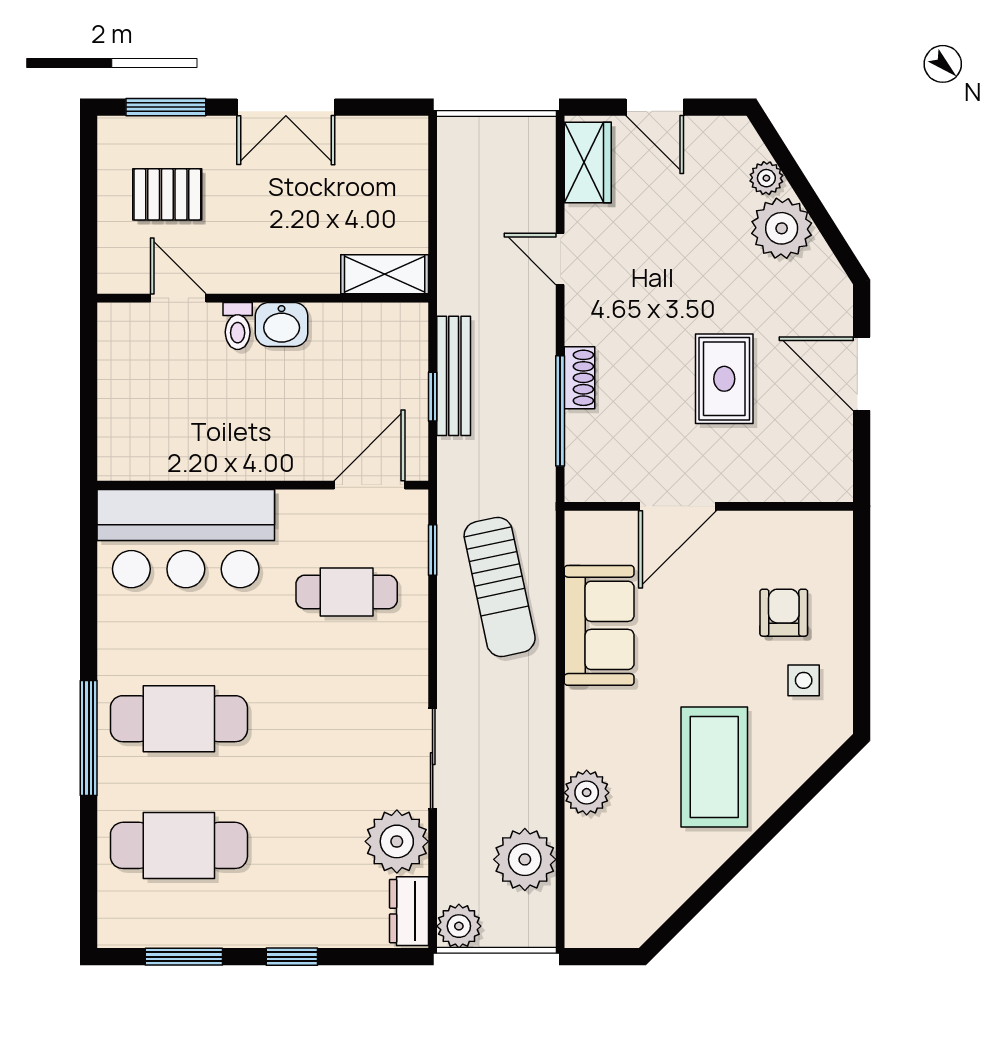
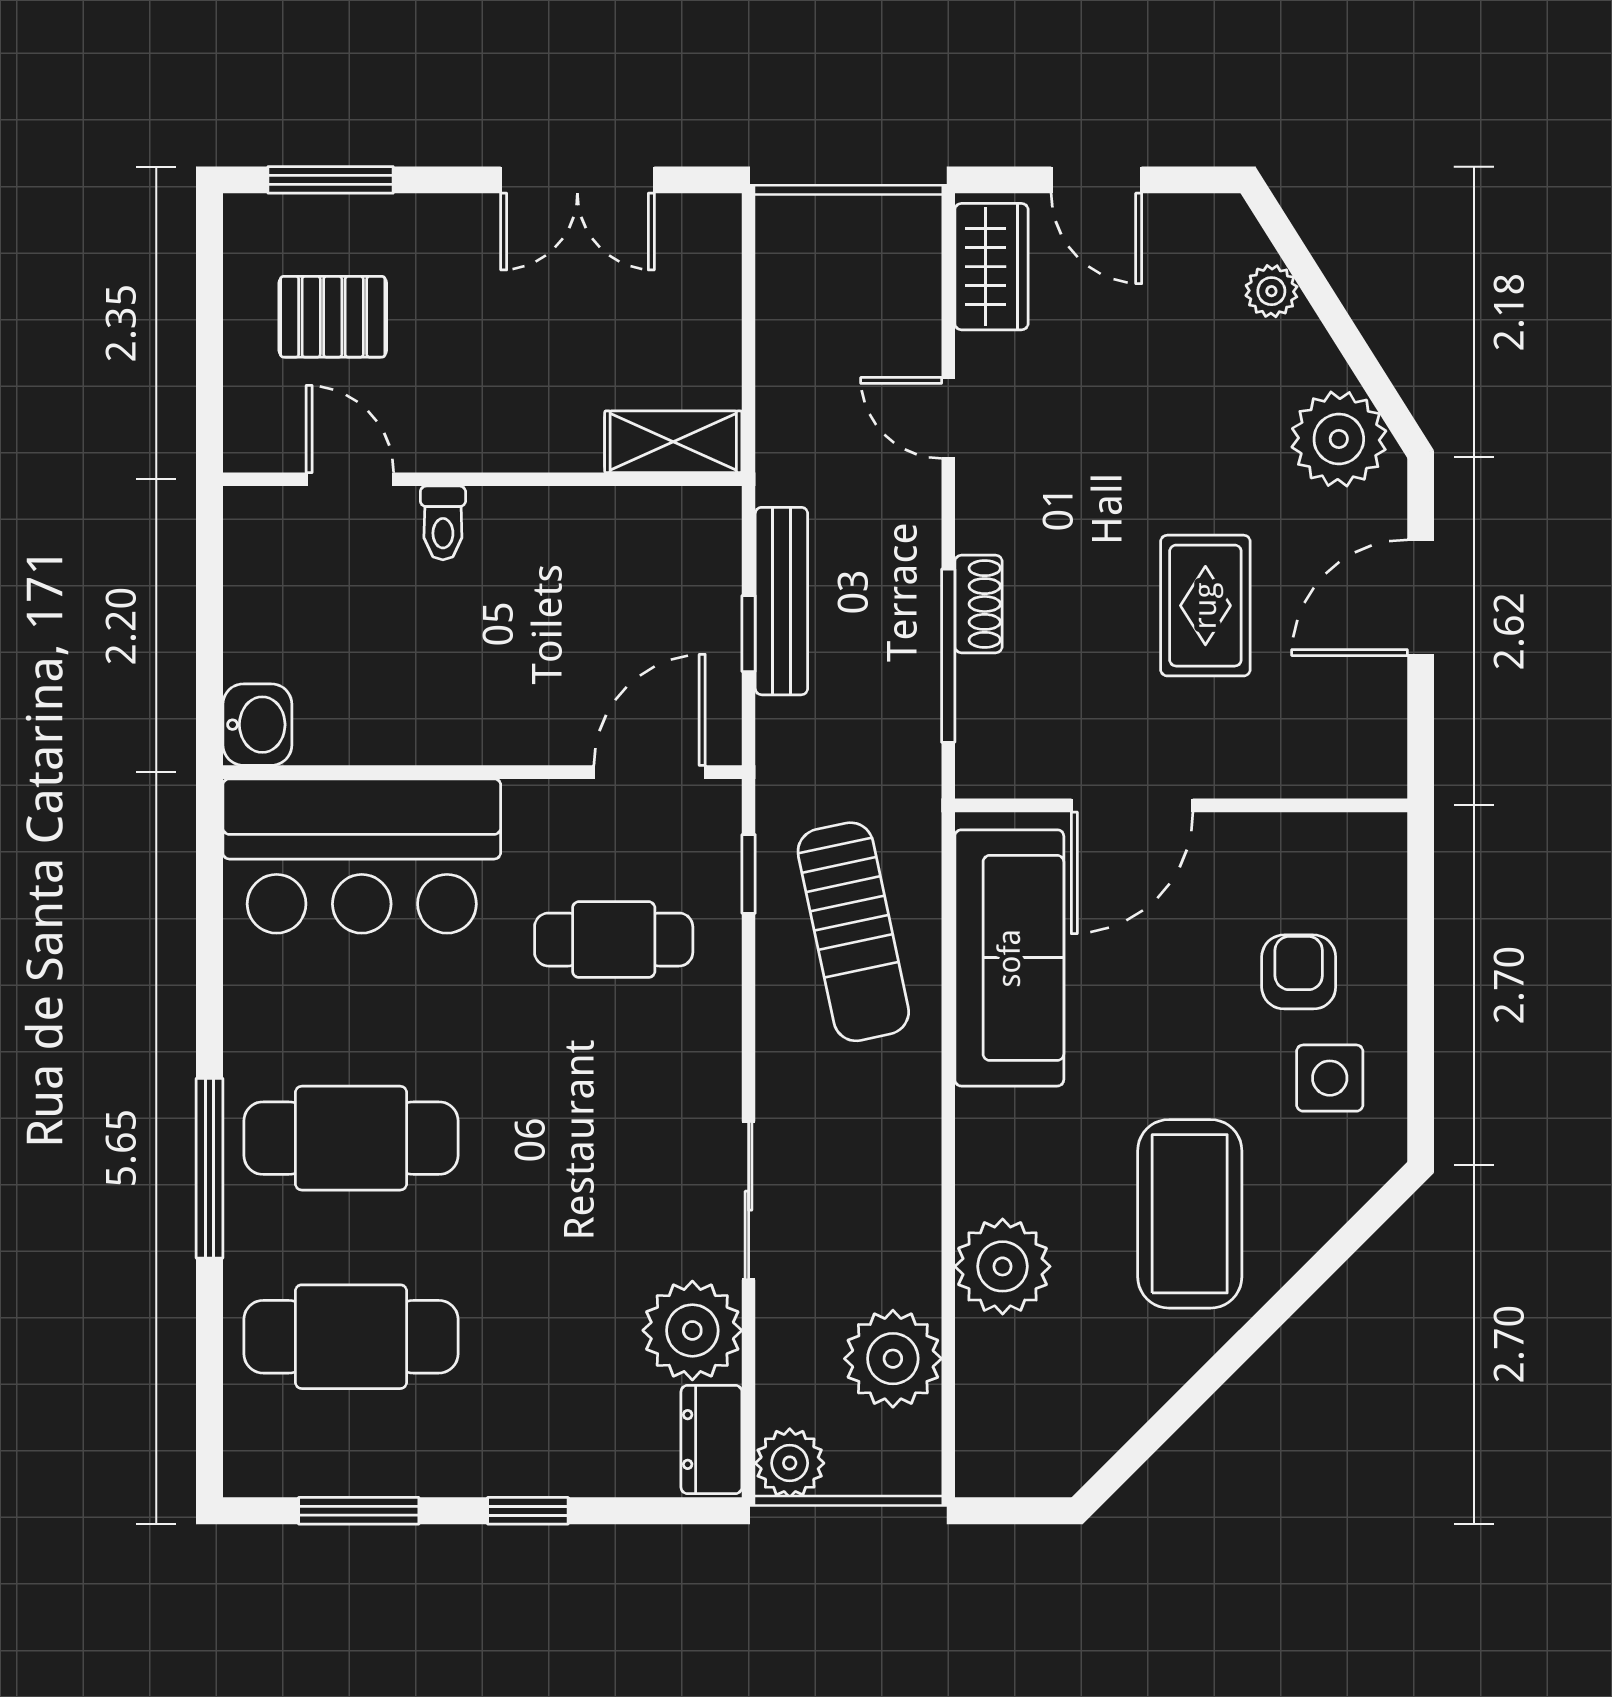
double door: (286, 107) -> (577, 180), moved
plant: (782, 228) -> (1339, 439), moved
washbasin: (282, 325) -> (257, 725), moved, turned -90
door: (862, 374) -> (1421, 598), hinge flipped
sofa: (599, 625) -> (1009, 958), width x1.36
side table: (804, 680) -> (1330, 1078), width x1.37, depth x1.37
plant: (587, 793) -> (1003, 1266), width x1.36, depth x1.36

